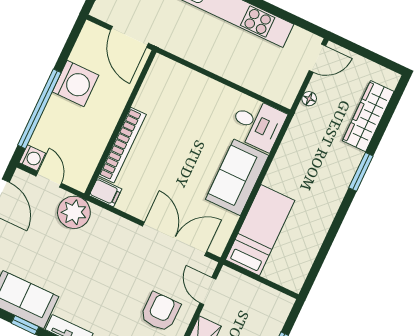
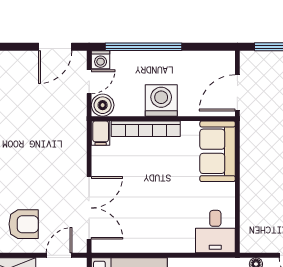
washing machine: (75, 84) -> (161, 100), moved, turned 180
boiler: (78, 177) -> (103, 105), added
sofa: (237, 177) -> (218, 151), moved, turned -90
plant: (74, 212) -> (72, 115), removed

